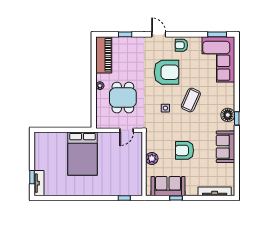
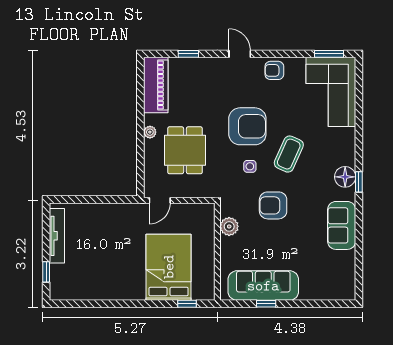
armchair: (167, 72) -> (247, 126), moved
door: (127, 130) -> (160, 200), moved
armchair: (184, 150) -> (273, 205), moved
bed: (82, 154) -> (169, 267), moved, turned 180
plant: (152, 158) -> (229, 226), moved
tv unit: (39, 183) -> (57, 236), moved, width x1.41
sofa: (168, 186) -> (263, 286), width x1.36
tv unit: (215, 191) -> (325, 294), removed

